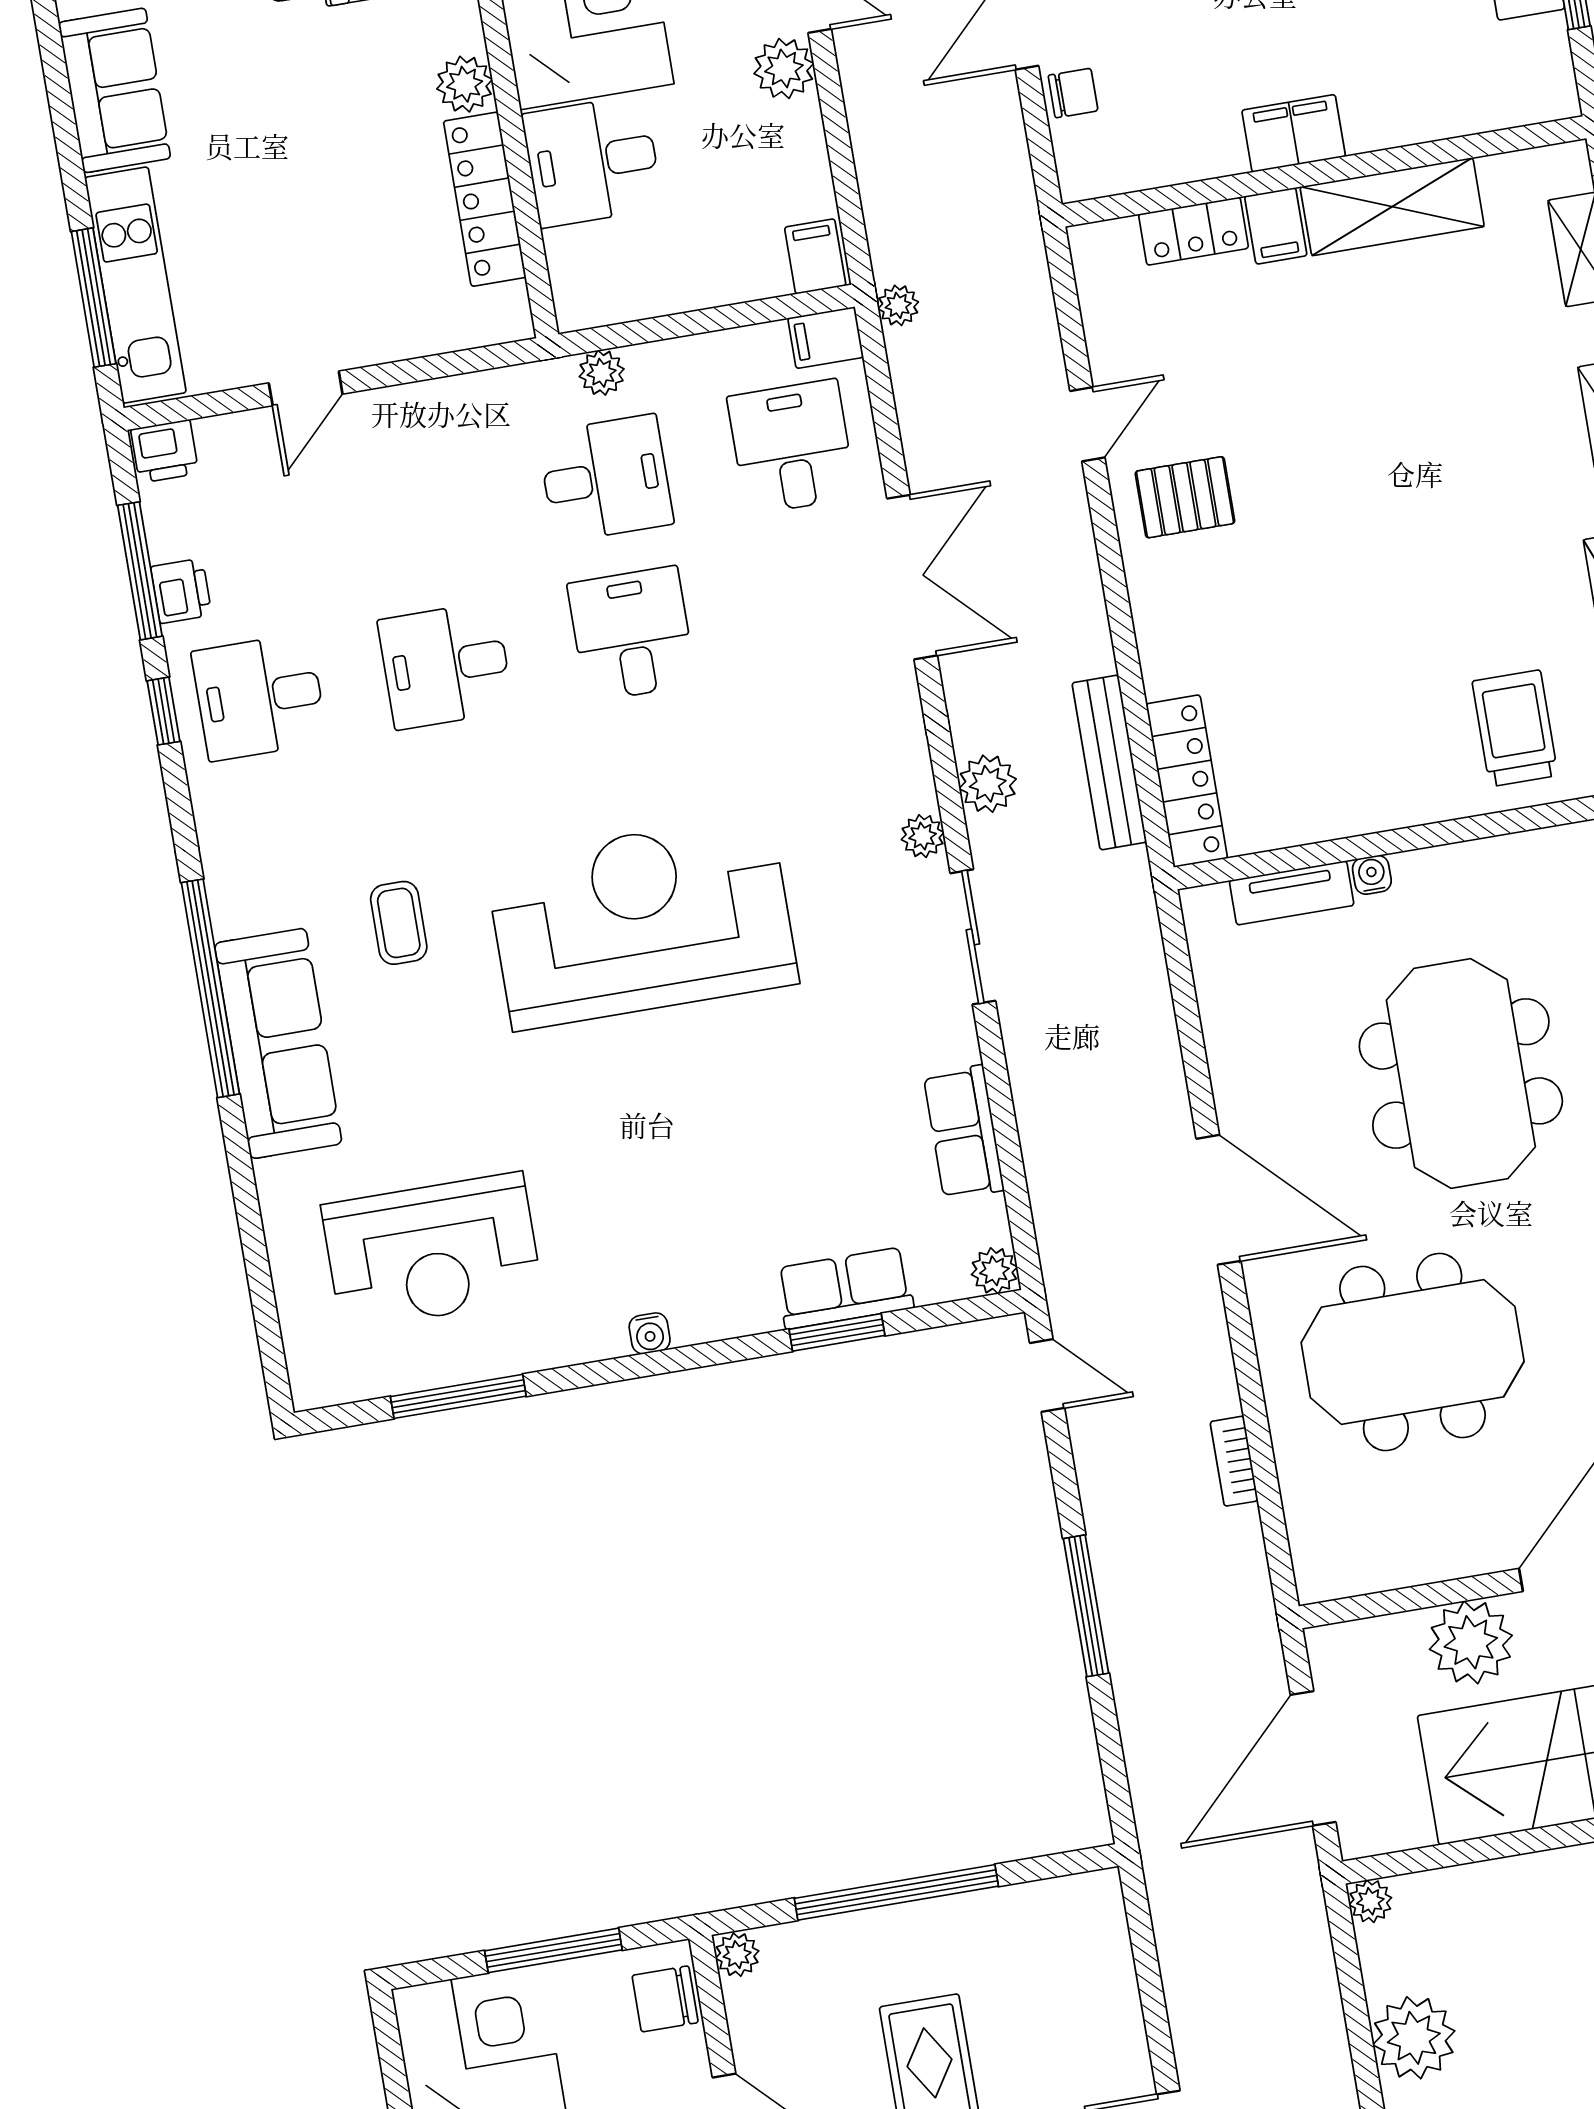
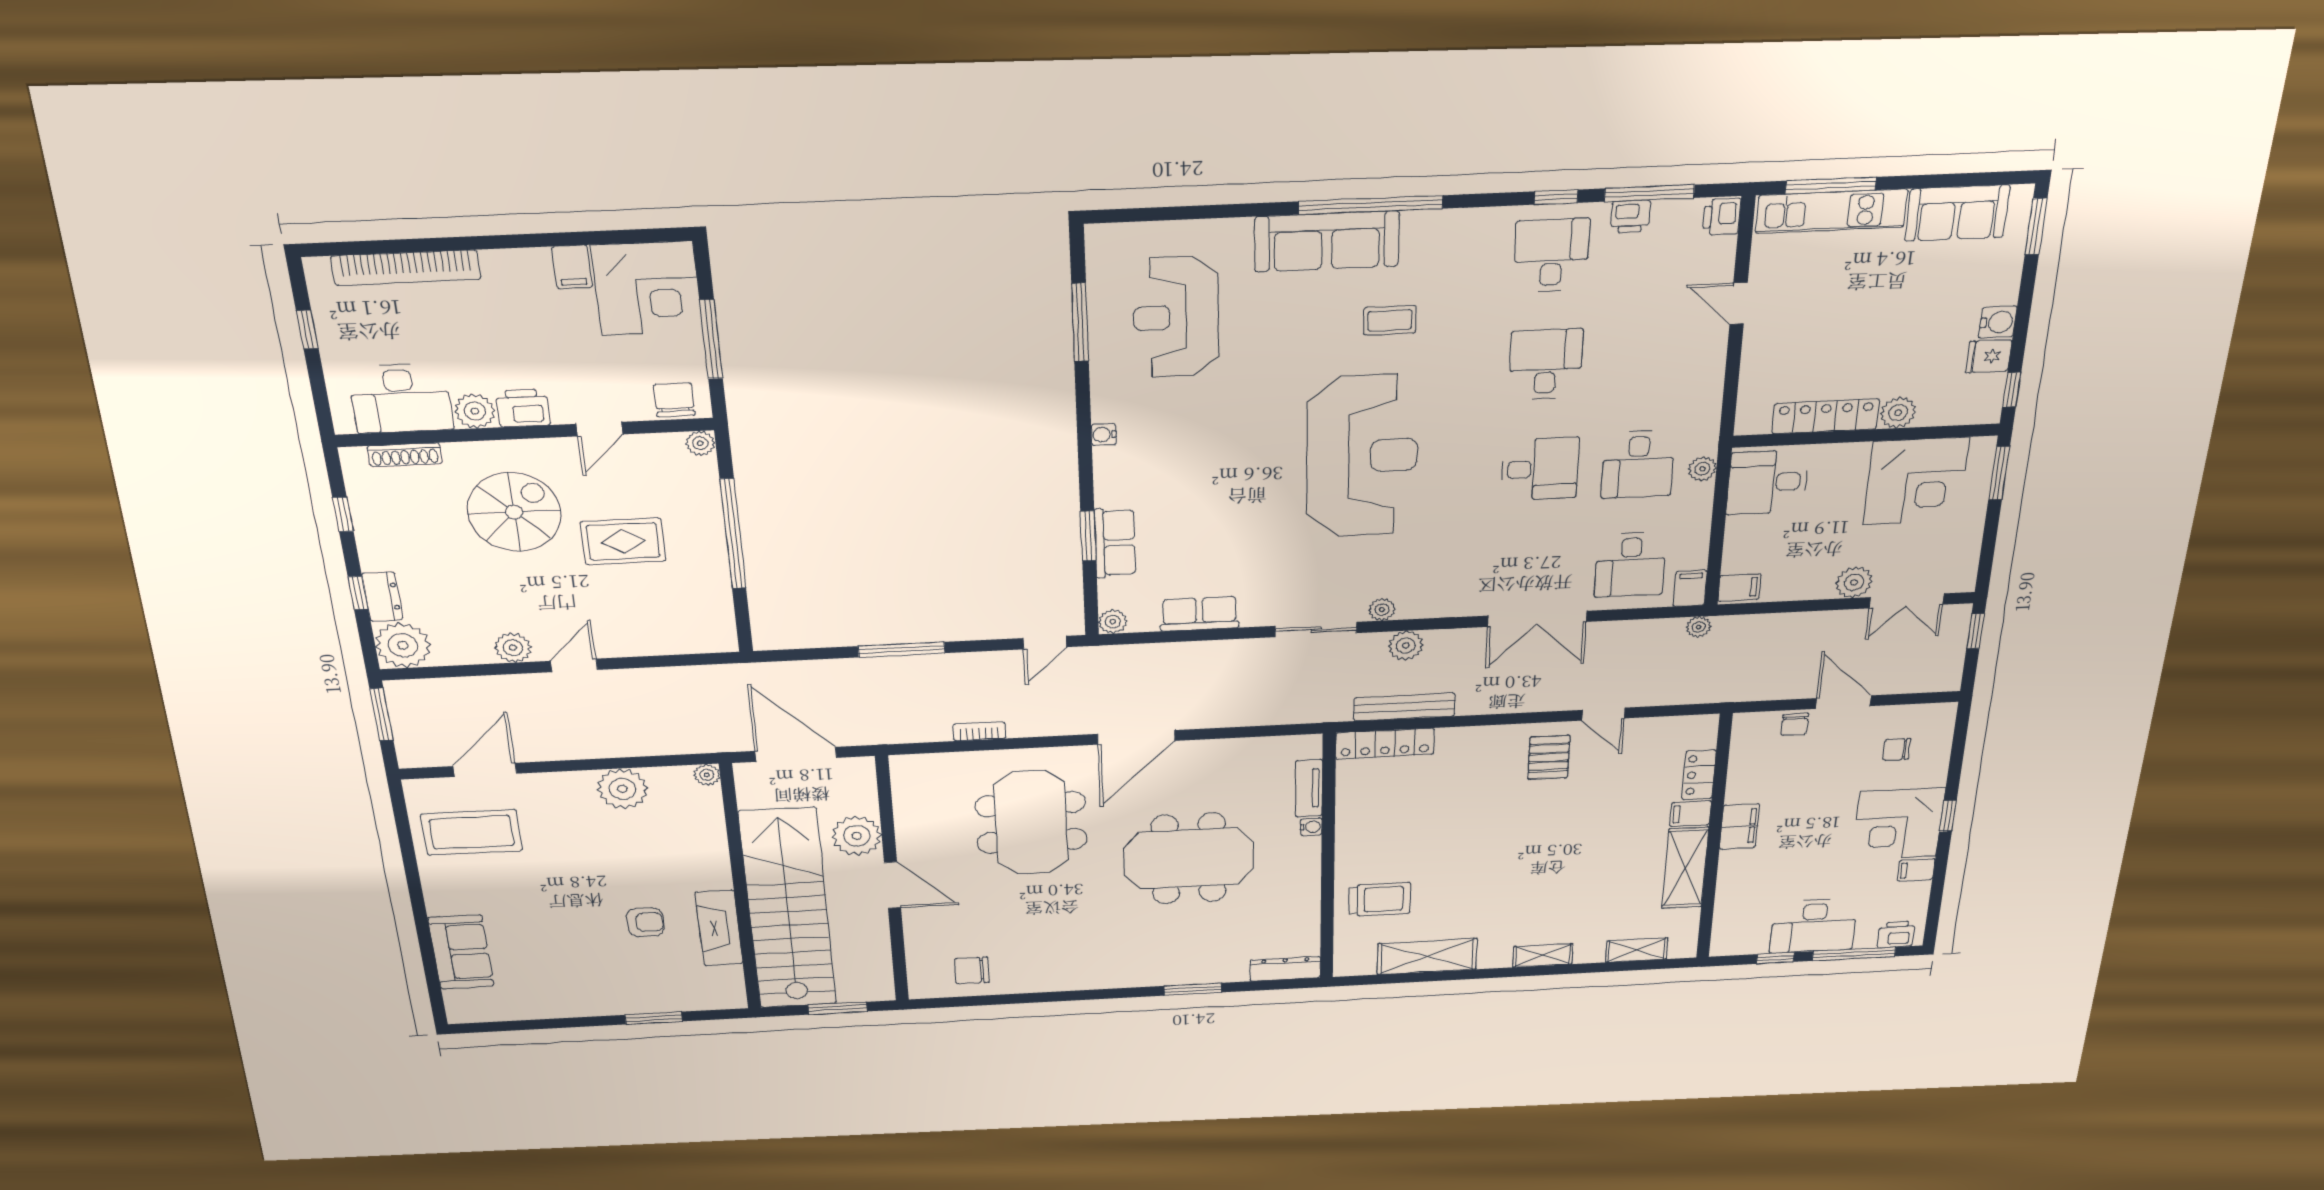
desk: (592, 161) -> (1767, 482), moved, turned -90
desk: (792, 447) -> (1630, 565), turned 90

